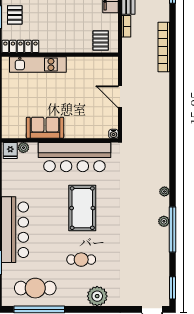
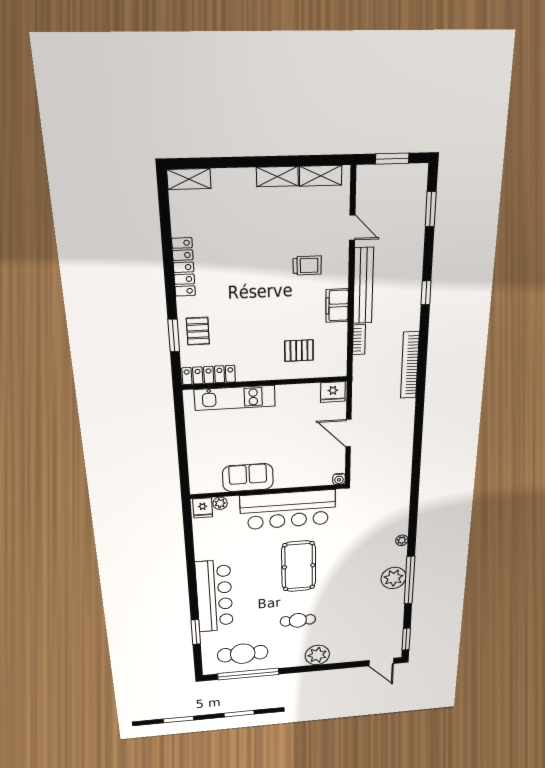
pallet: (101, 40) -> (299, 351), moved, turned 90
fridge: (108, 64) -> (333, 392), added
plant: (164, 221) -> (393, 578), width x1.88, depth x1.88

